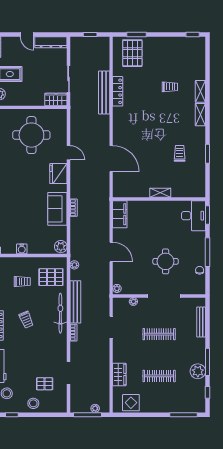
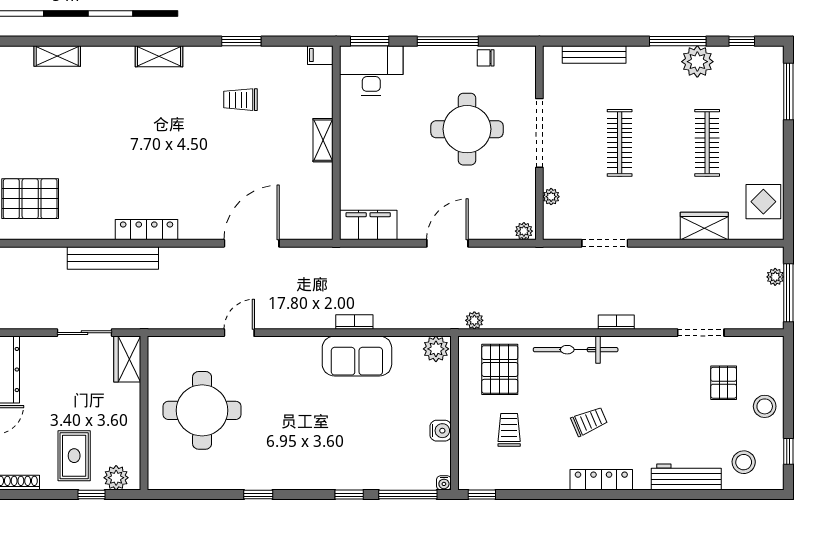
trolley: (170, 87) -> (101, 120), removed
locker: (118, 91) -> (147, 230), moved
shelving: (200, 91) -> (57, 56), moved
fridge: (58, 174) -> (283, 354), removed
filing cabinet: (201, 191) -> (320, 55), added
round table: (166, 261) -> (467, 129), width x1.36, depth x1.36
bench: (75, 302) -> (552, 318), removed

